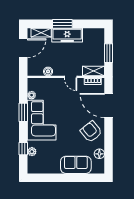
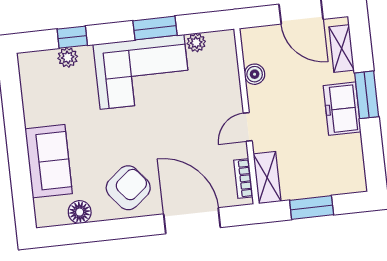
freezer: (67, 35) -> (342, 109), width x0.71
door: (109, 106) -> (192, 221), hinge flipped

